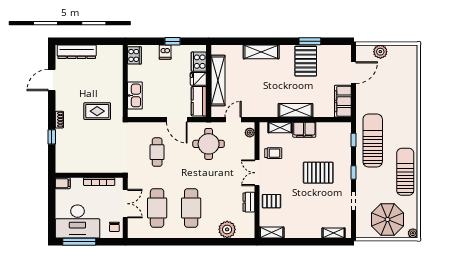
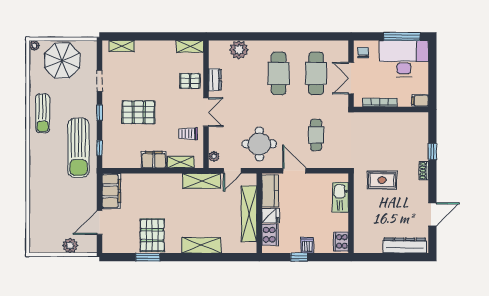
shelving: (296, 110) -> (202, 181), moved
sun lounger: (405, 172) -> (43, 113), width x0.73, depth x0.75

